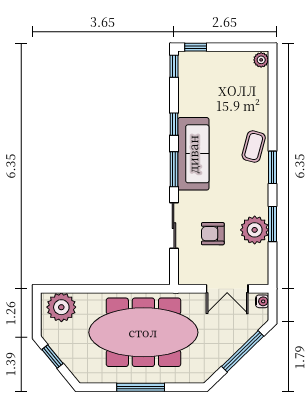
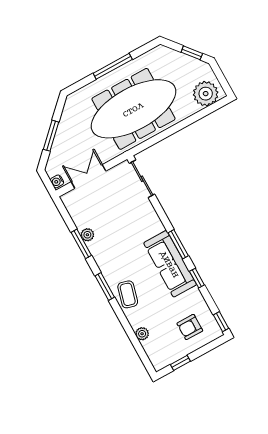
window: (196, 47) -> (180, 363), moved
plant: (261, 60) -> (142, 334), moved
sliding door: (174, 226) -> (142, 179), moved
plant: (255, 230) -> (87, 235), width x0.53, depth x0.53
armchair: (213, 234) -> (190, 327), moved, turned 180
window: (243, 351) -> (51, 136), width x0.69

